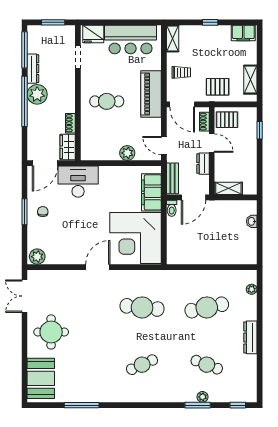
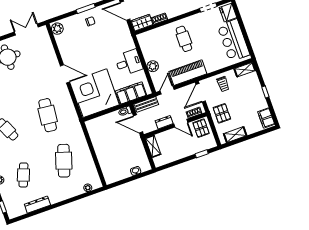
piano: (151, 94) -> (188, 73), moved
door: (212, 143) -> (181, 123), hinge flipped
desk: (78, 182) -> (129, 63), moved, width x0.73
cafe table: (207, 307) -> (64, 161), turned 30
dresser: (250, 337) -> (37, 205), moved

